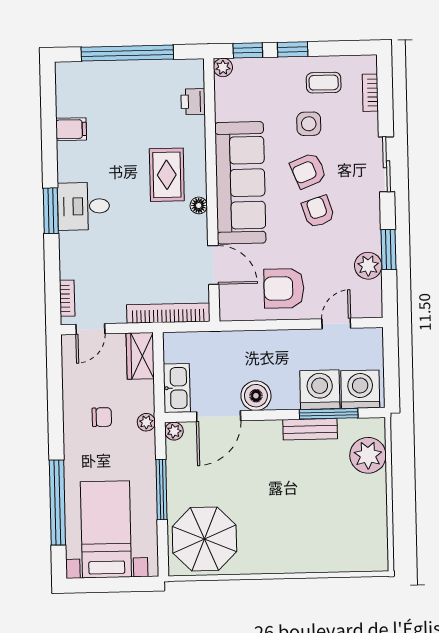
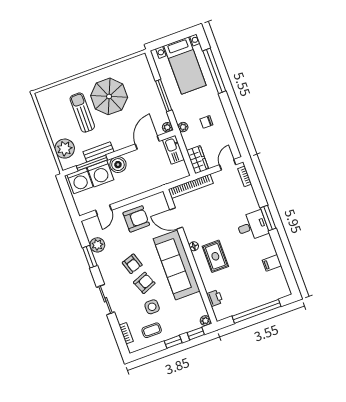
boiler: (256, 396) -> (118, 165), moved
sun lounger: (315, 508) -> (82, 113), added
parasol: (204, 539) -> (109, 96), moved

